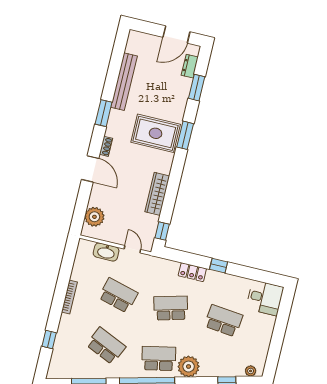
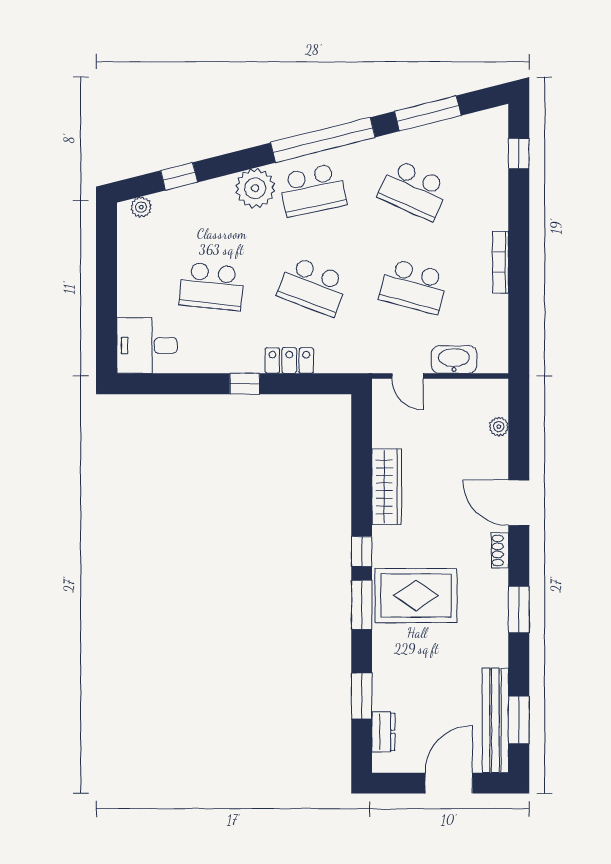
door: (176, 35) -> (449, 783), moved
window: (117, 55) -> (519, 720), added
bench: (124, 82) -> (495, 720), moved
plant: (94, 217) -> (499, 427), width x0.53, depth x0.53
window: (162, 231) -> (362, 552), moved
school desk: (171, 308) -> (313, 286), turned 36
window: (49, 339) -> (519, 153), moved

